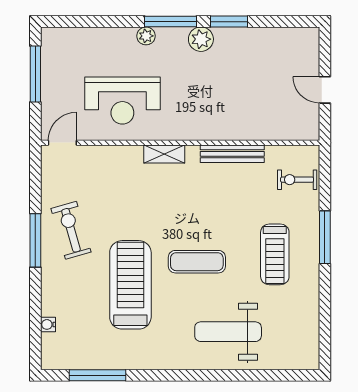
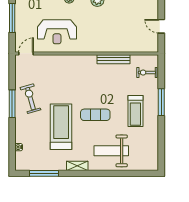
shelving: (164, 154) -> (77, 166), moved

